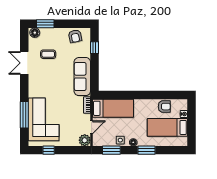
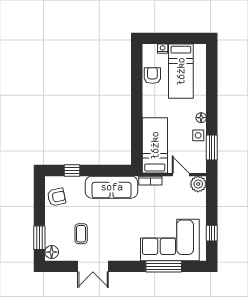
window: (147, 150) -> (212, 100), removed

